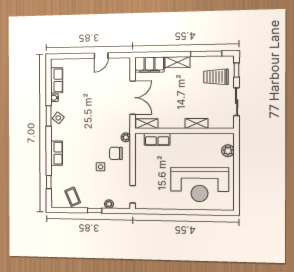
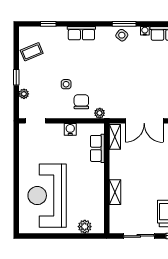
water cooler: (140, 163) -> (70, 129), added

